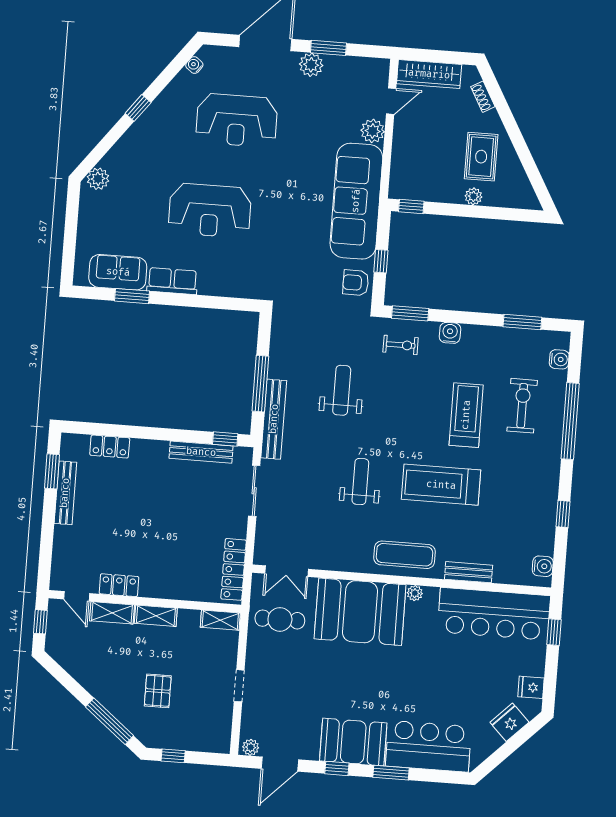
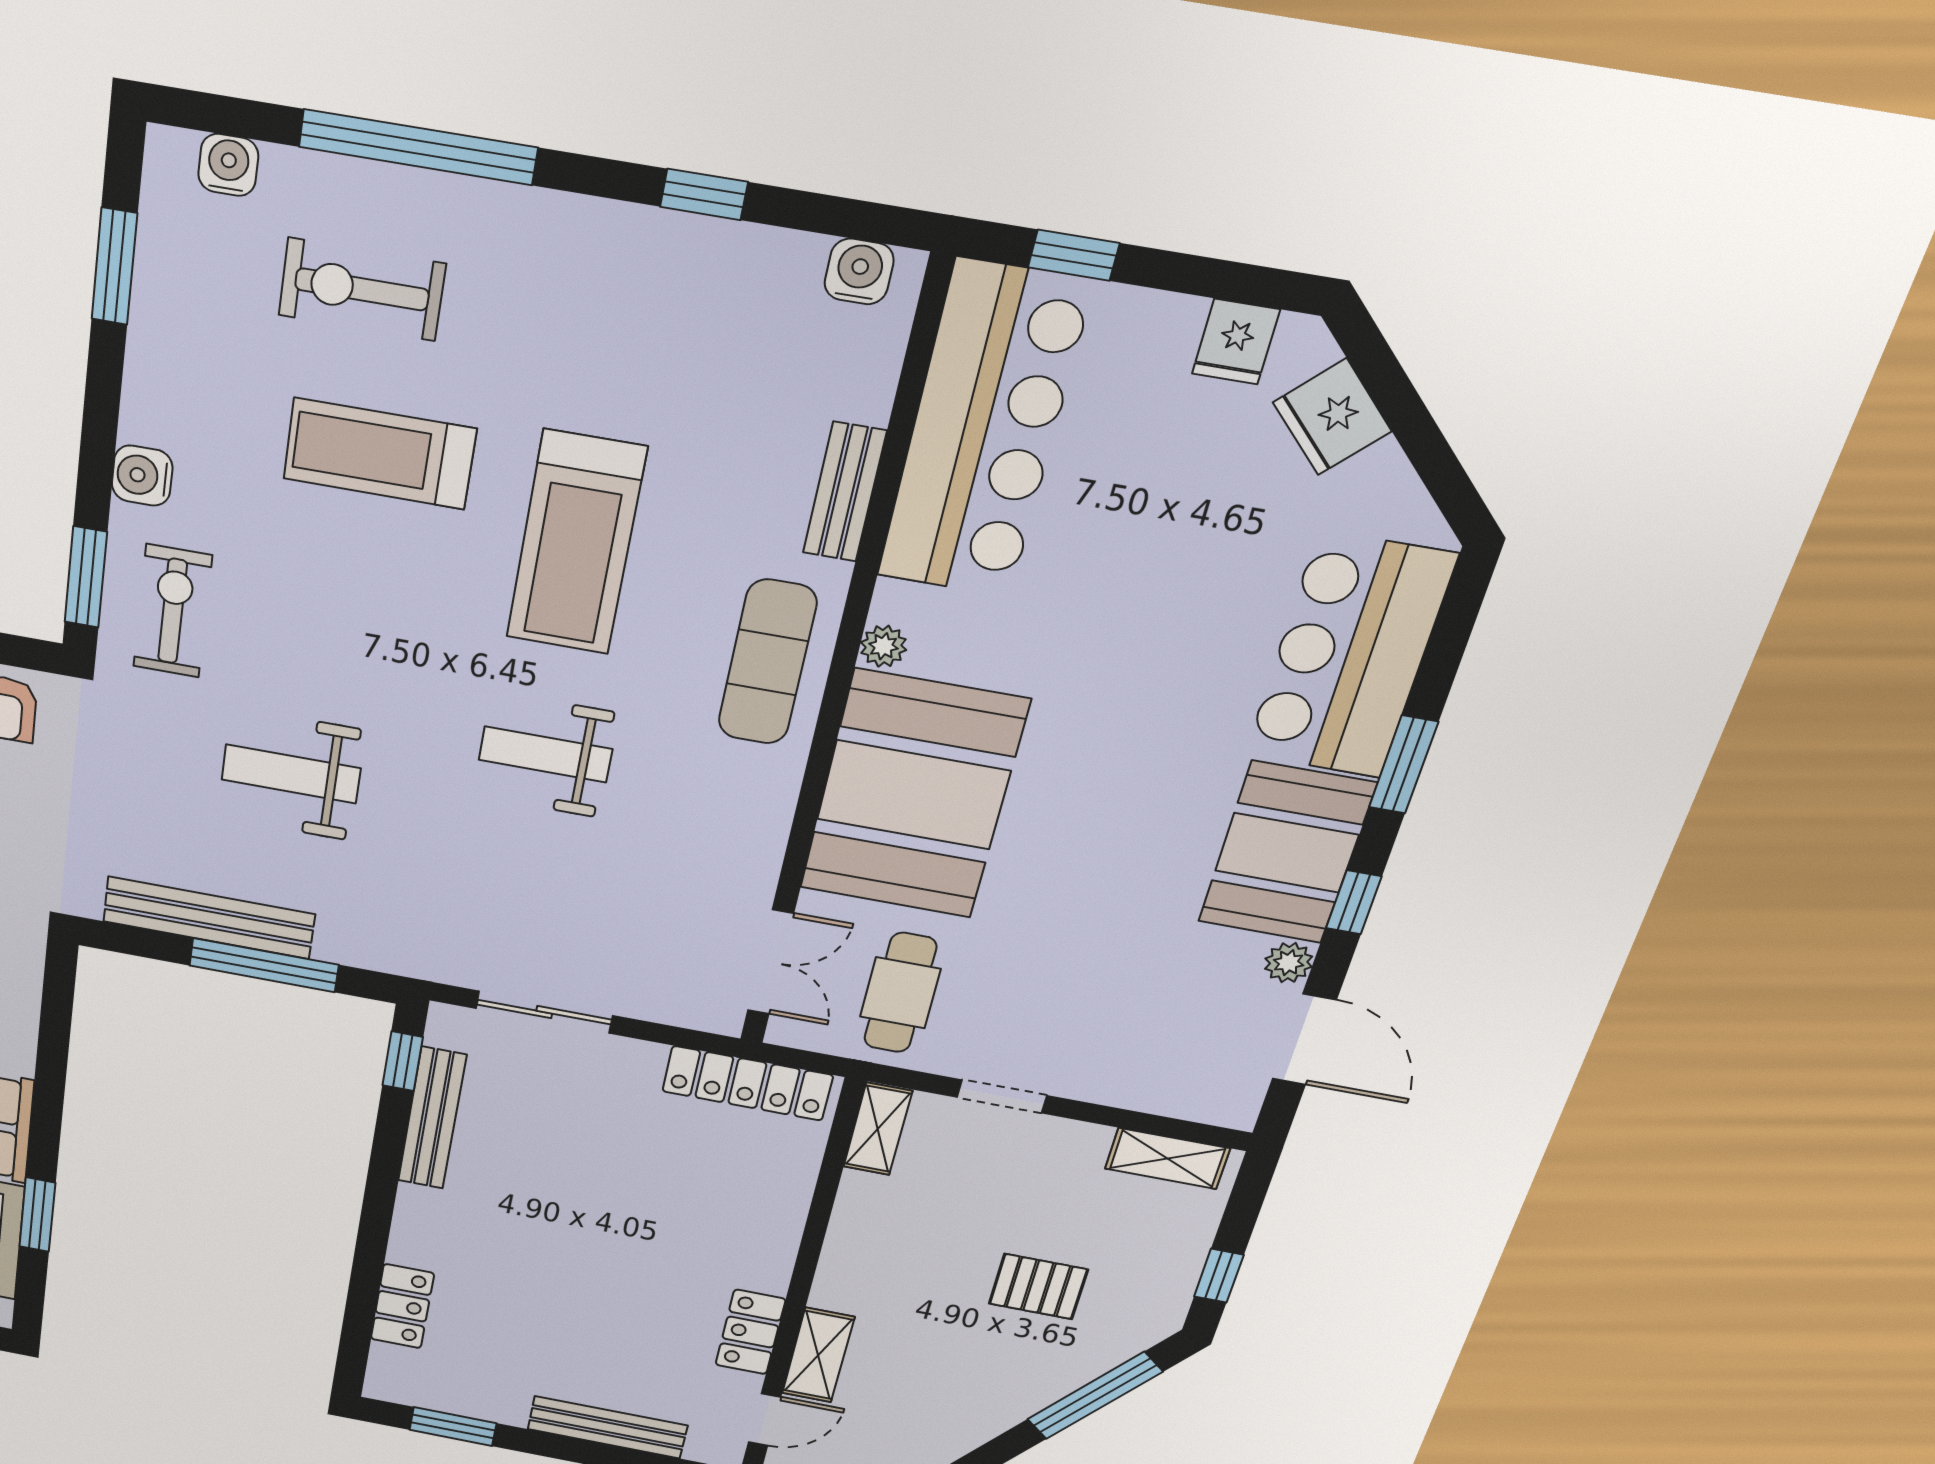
exercise bike: (401, 345) -> (173, 611), width x1.38, depth x1.39
bench: (274, 419) -> (209, 918), moved
bench: (65, 493) -> (607, 1427), moved
shelving: (156, 616) -> (1167, 1158), moved, turned 90
doorway: (239, 686) -> (1002, 1096), moved
plant: (251, 747) -> (1289, 963), moved

